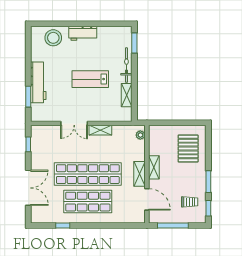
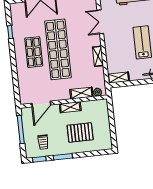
shelving: (127, 95) -> (119, 78), moved
double door: (74, 123) -> (100, 22), moved
pallet: (188, 148) -> (80, 133), moved
shelving: (140, 174) -> (81, 93), moved
shop shelf: (88, 202) -> (34, 52), width x0.70, depth x0.74

